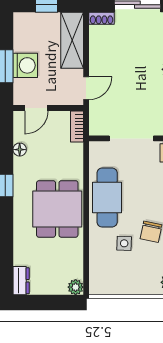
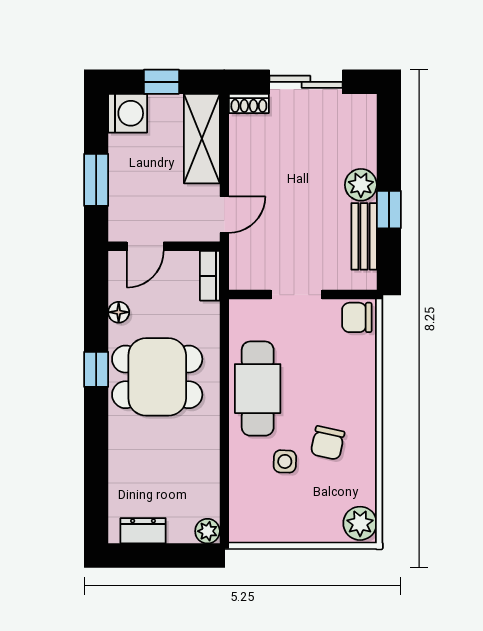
washing machine: (25, 65) -> (128, 113), moved
doorway: (131, 138) -> (296, 295), width x0.73
dining table: (57, 209) -> (157, 377), moved, turned 90
dresser: (21, 281) -> (143, 531), moved, turned -90

